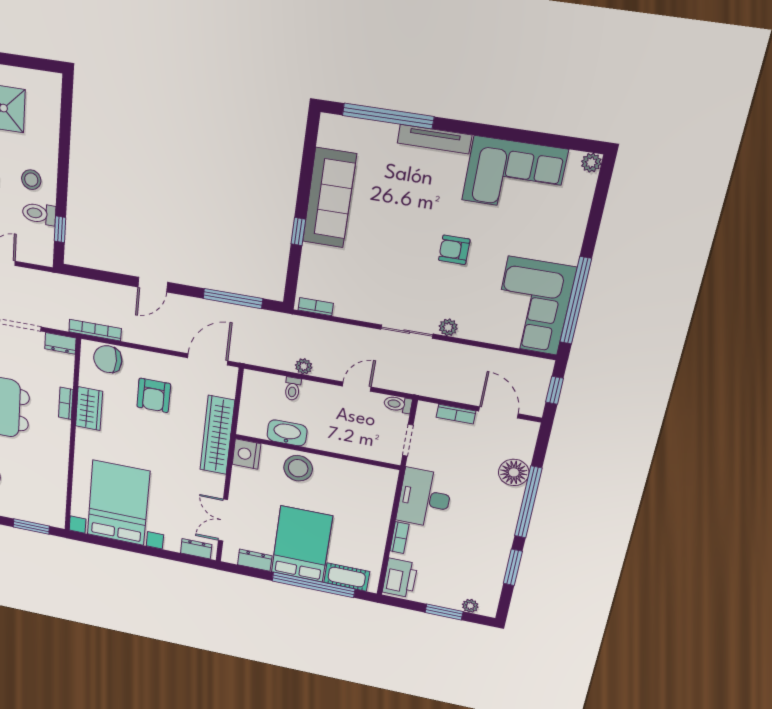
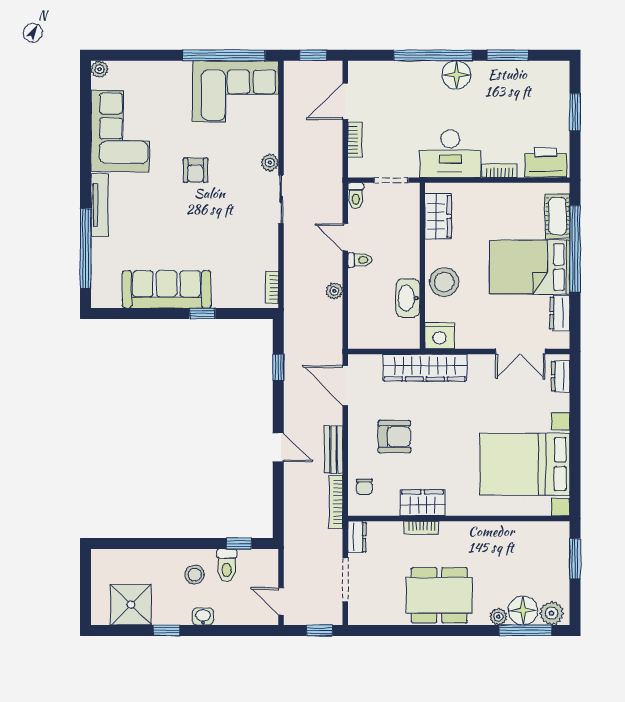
window: (233, 299) -> (278, 367), width x0.46
bench: (146, 337) -> (334, 450), added
chair: (108, 359) -> (364, 487), width x0.54, depth x0.54
toilet: (293, 389) -> (360, 260), moved
floor lamp: (514, 472) -> (456, 75), moved
wardrobe: (364, 475) -> (438, 216), added
plant: (470, 606) -> (561, 88), removed

